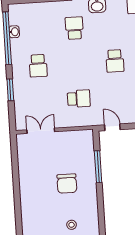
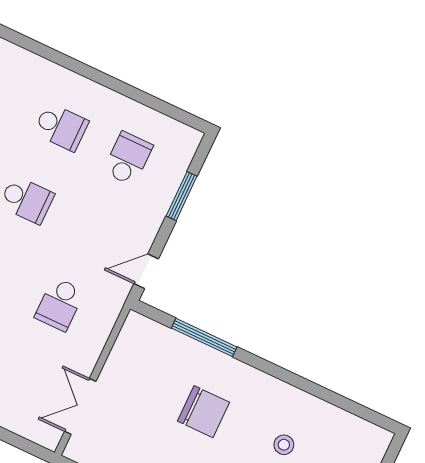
school desk: (79, 99) -> (59, 304), turned 180

